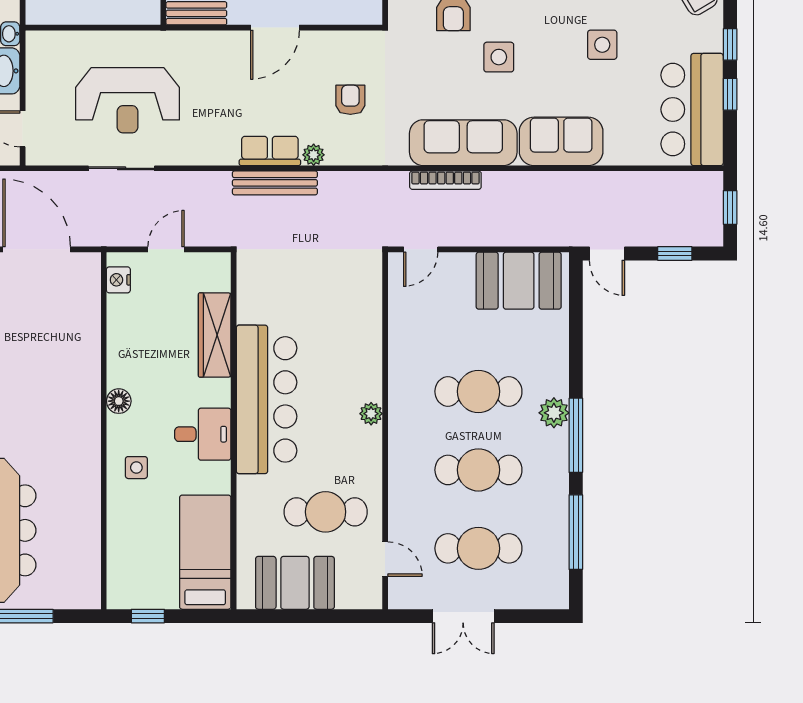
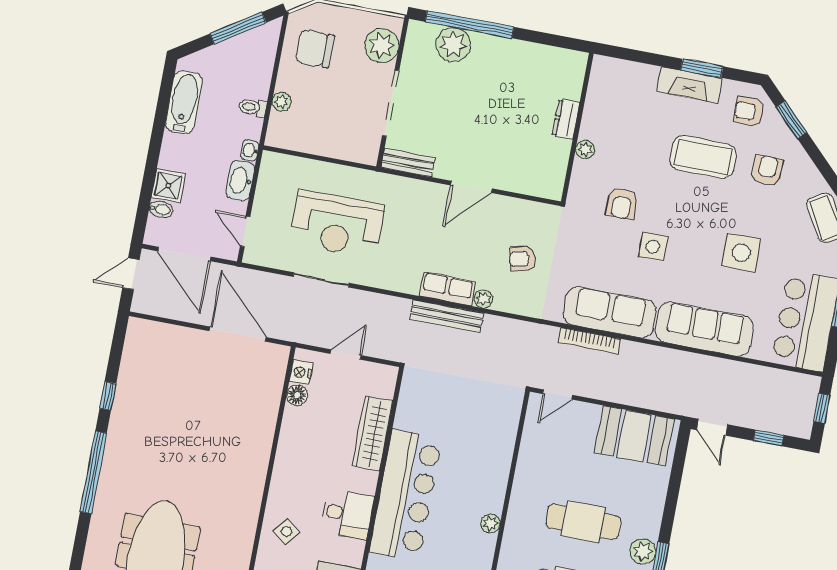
side table: (602, 45) -> (741, 253), width x1.37, depth x1.37
armchair: (350, 100) -> (523, 259), turned -103
sofa: (561, 141) -> (704, 329), width x1.36
floor lamp: (119, 401) -> (297, 395), moved
side table: (136, 468) -> (287, 531), turned 38

